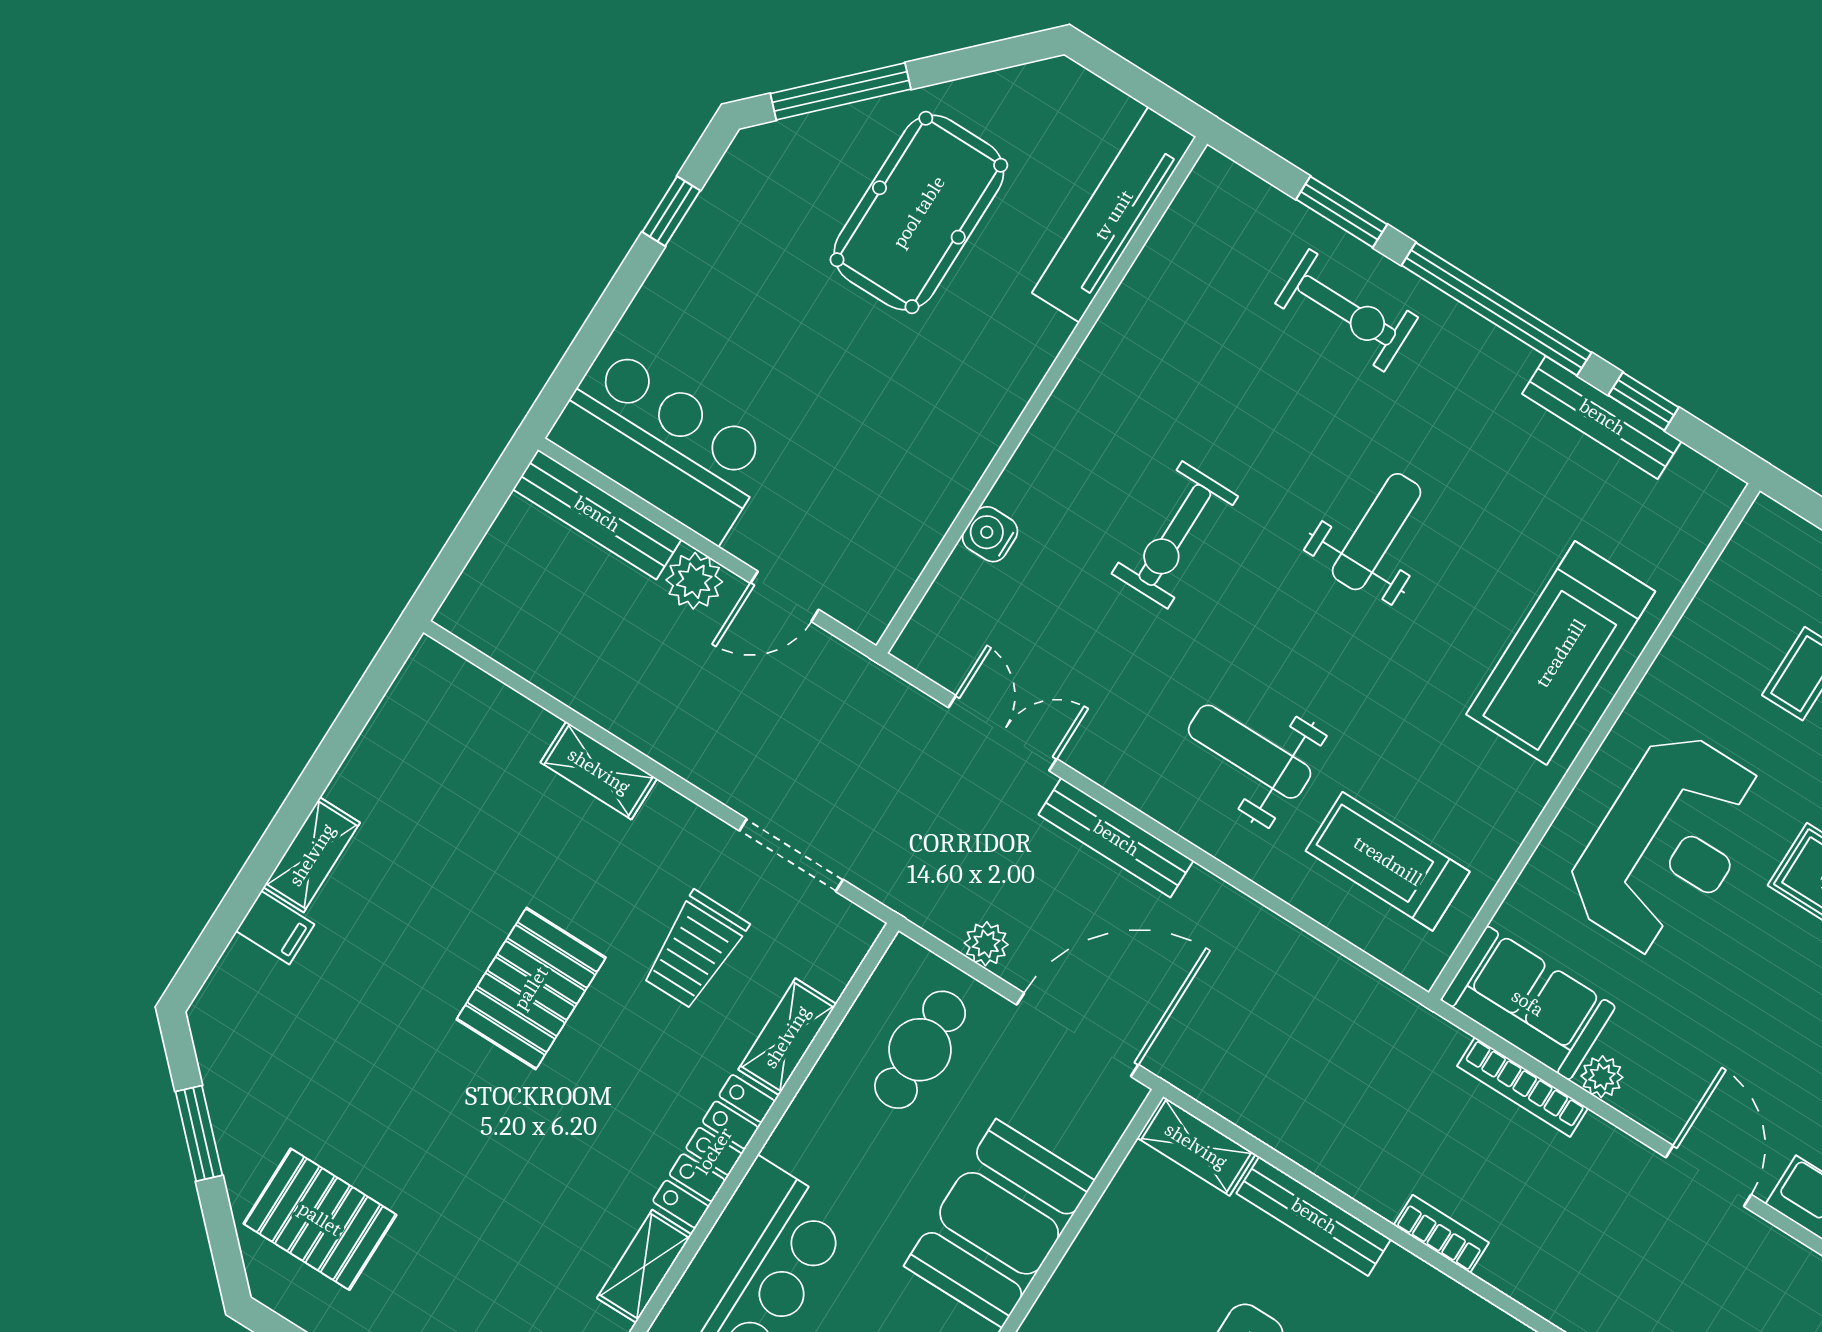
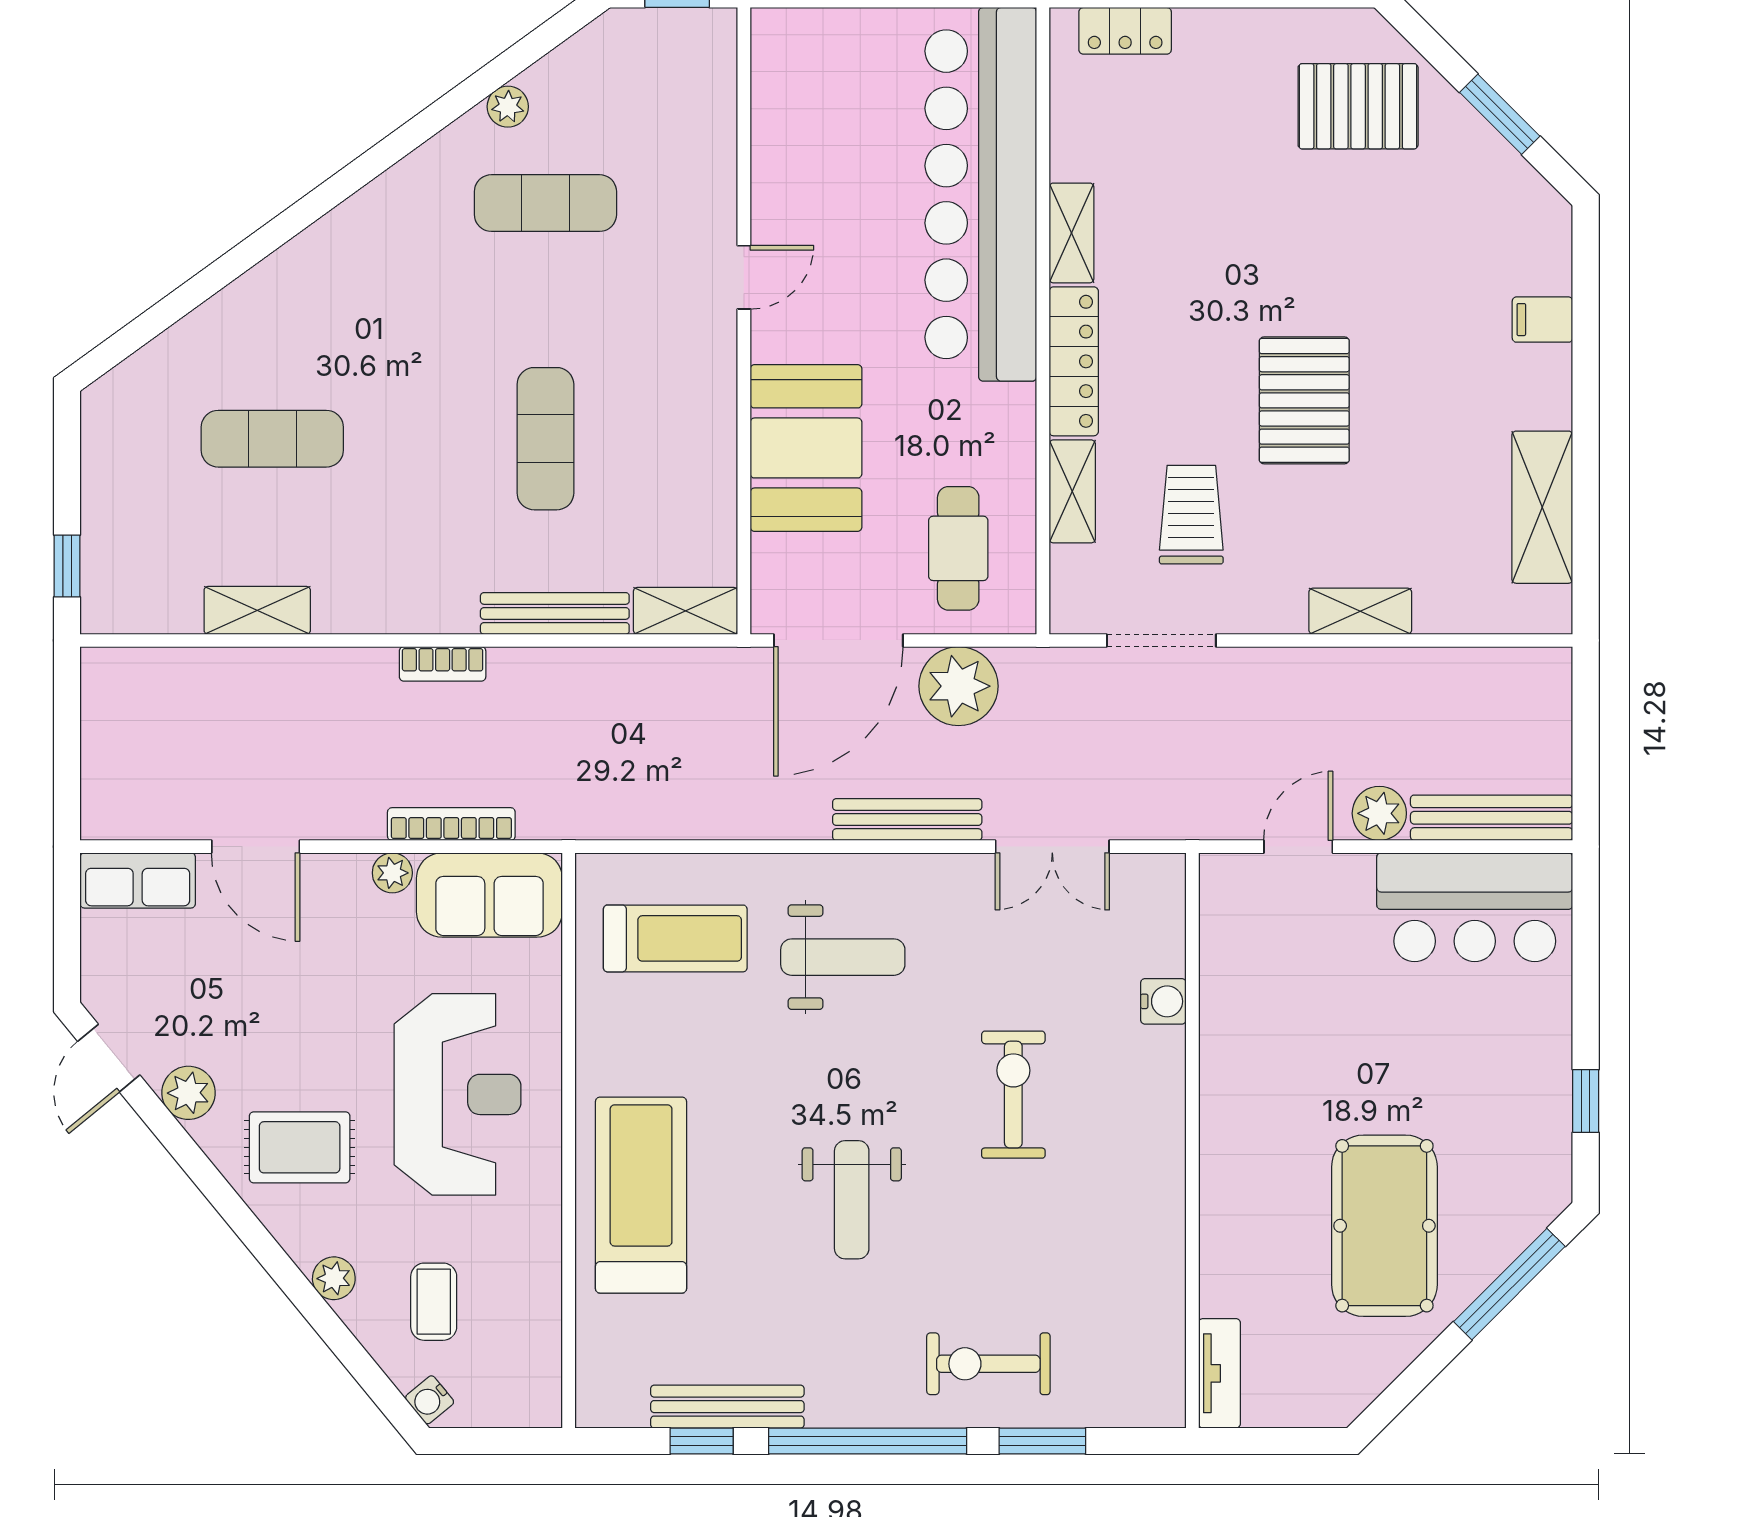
tv unit: (1114, 215) -> (1219, 1373), width x0.52, depth x0.78
reception desk: (1667, 844) -> (458, 1094), turned 180
shelving: (312, 855) -> (1542, 507), moved, width x1.50, depth x1.33
plant: (986, 944) -> (958, 686), width x1.87, depth x1.87

